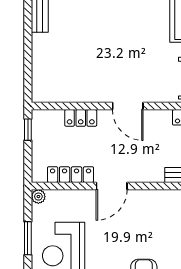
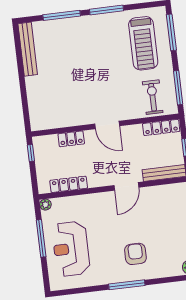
door: (112, 186) -> (126, 186), moved
window: (28, 238) -> (41, 238), width x1.44

